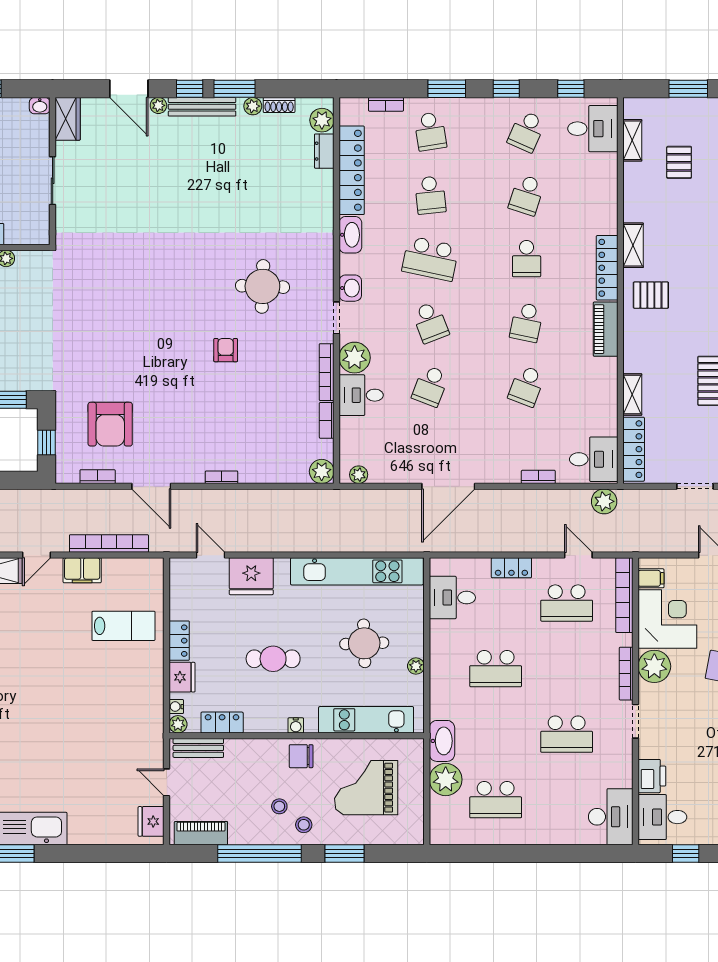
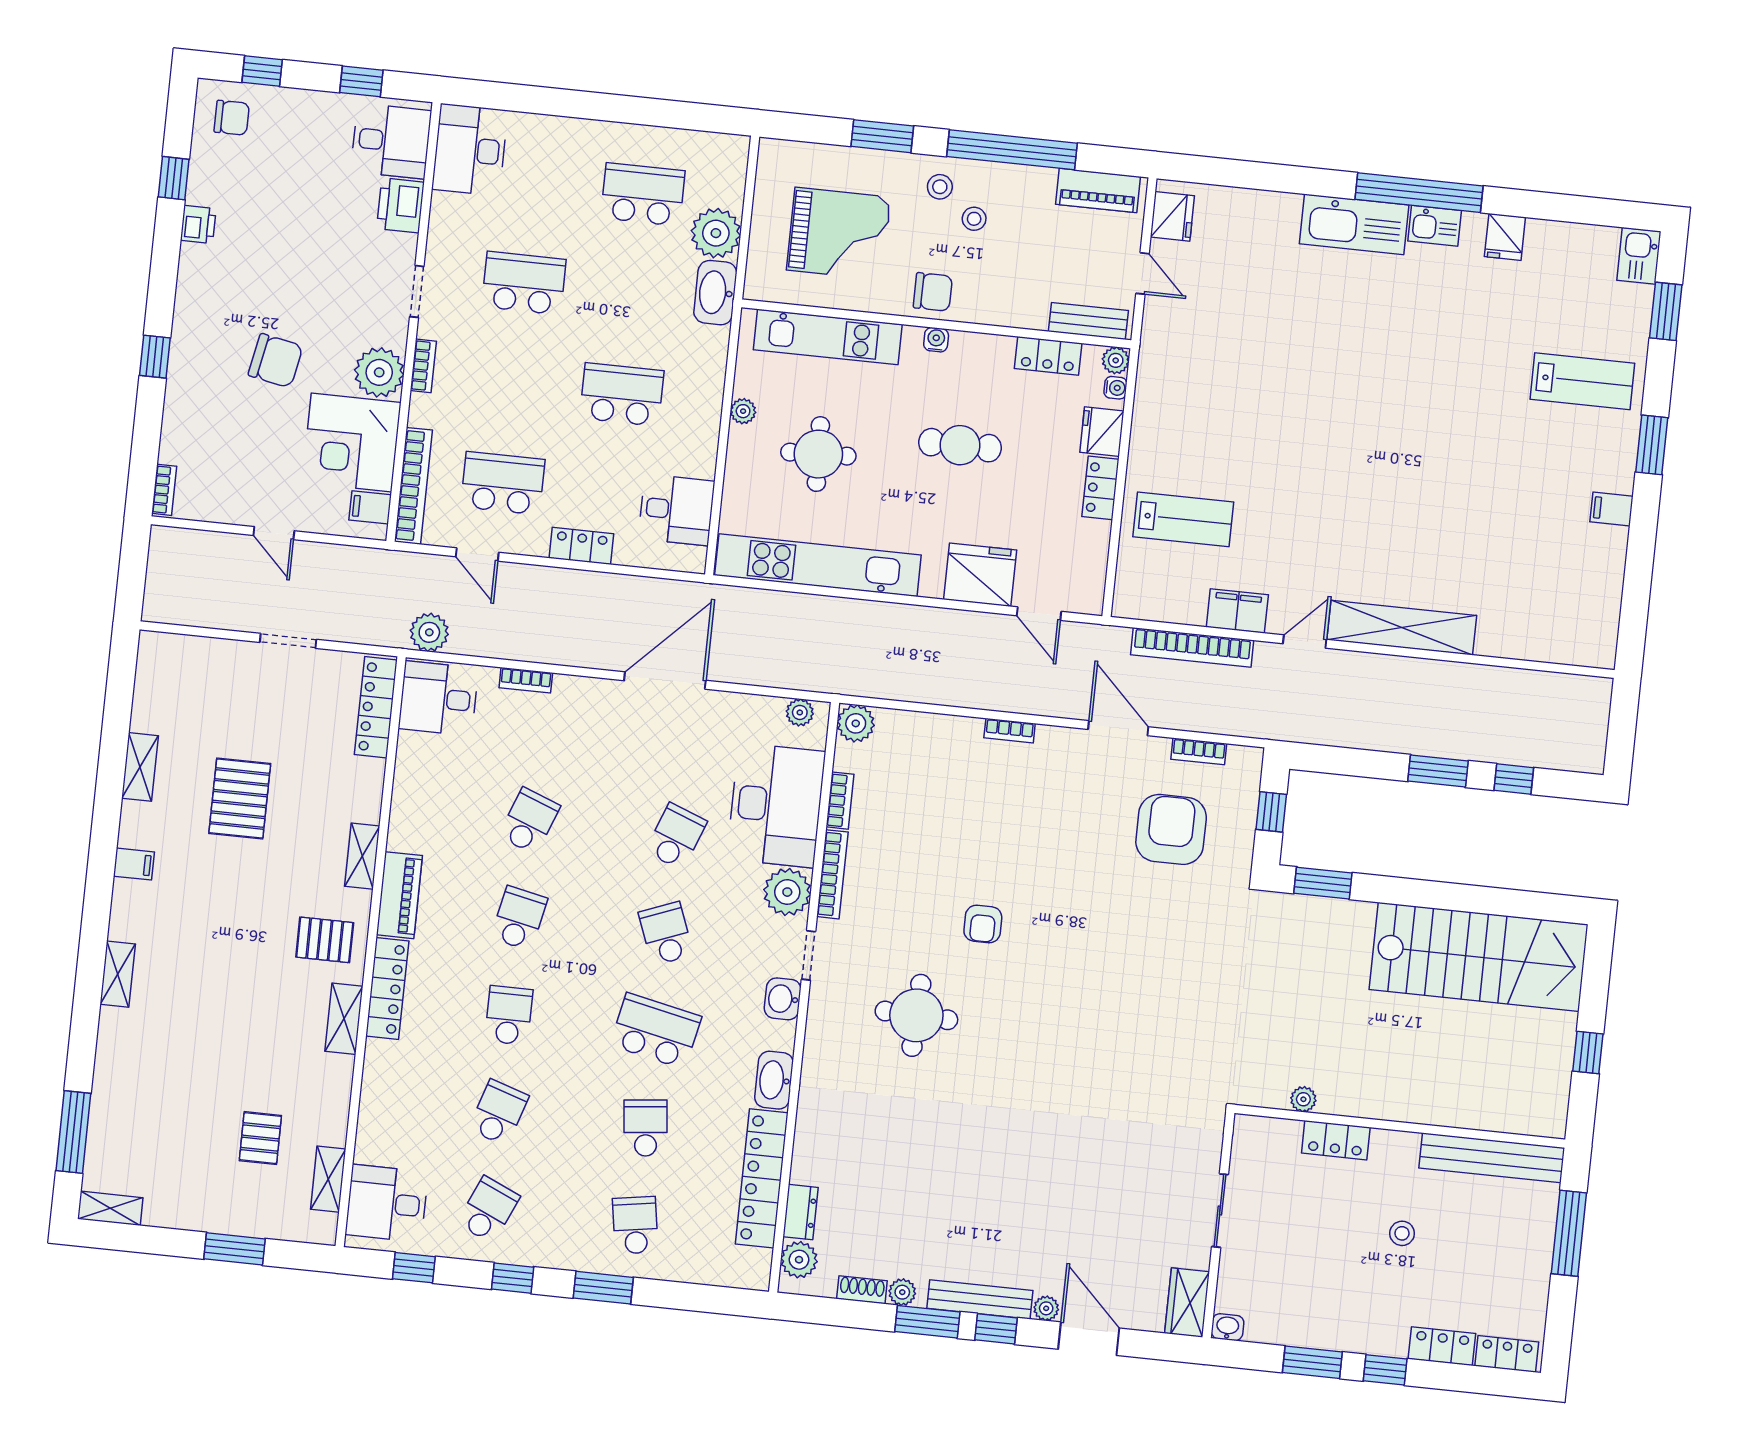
bookcase: (386, 104) -> (699, 1274), removed
desk: (361, 395) -> (776, 805), width x1.87, depth x1.30
shelving: (632, 395) -> (362, 856), moved
lab bench: (123, 626) -> (1183, 519), turned 180
bookcase: (626, 674) -> (423, 366), width x0.64

